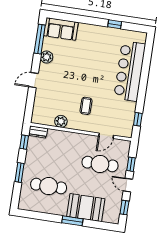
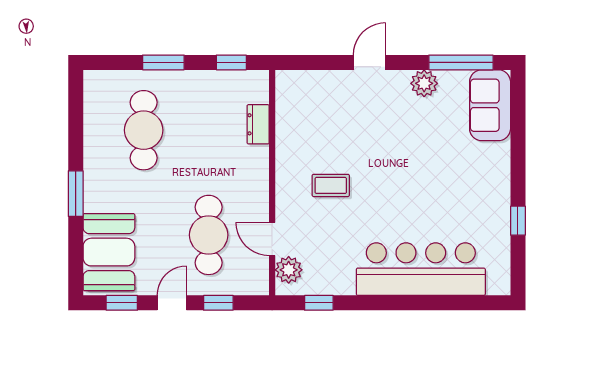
door: (33, 80) -> (369, 62), hinge flipped
plant: (61, 121) -> (289, 270), moved
dresser: (38, 132) -> (258, 124), moved
booth: (86, 208) -> (109, 252), moved

